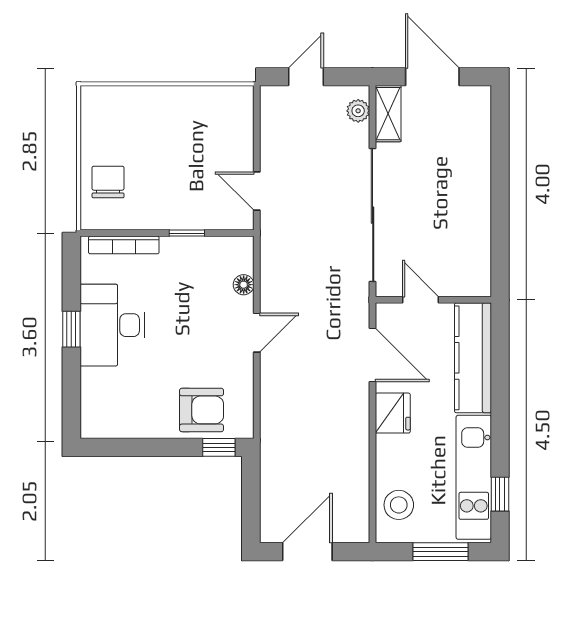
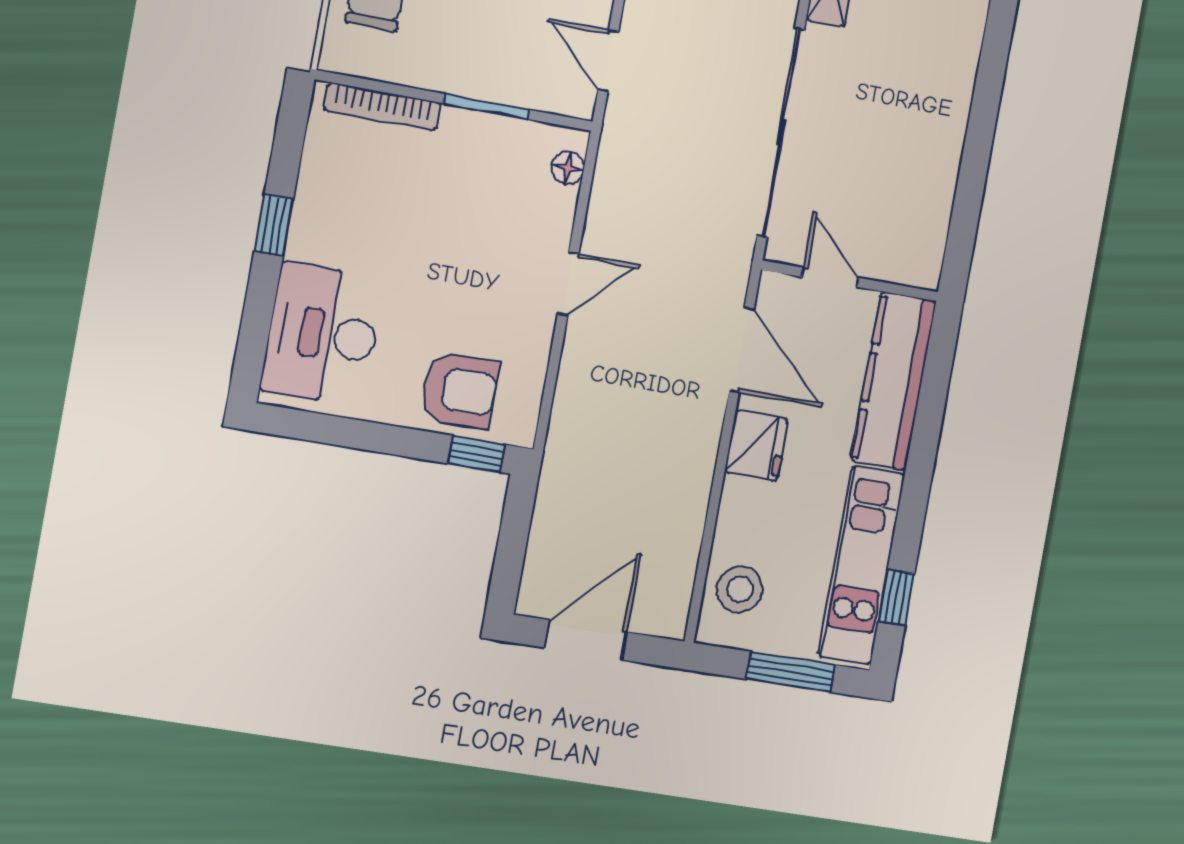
window: (187, 233) -> (486, 107), width x1.50
floor lamp: (244, 285) -> (568, 168), moved
desk: (112, 325) -> (322, 334), moved

